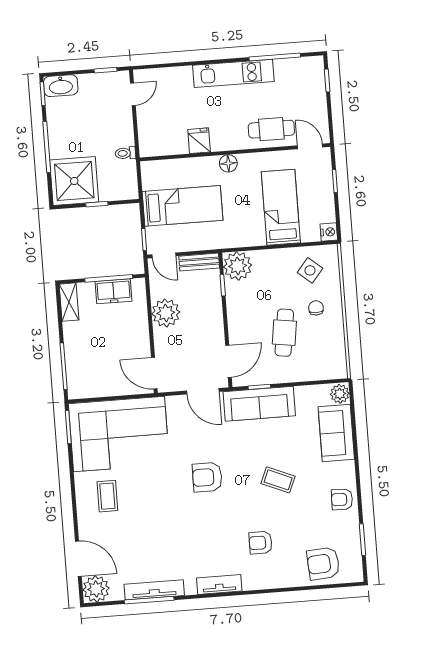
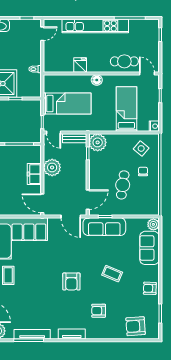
kitchen unit: (233, 73) -> (95, 26), width x1.36
freezer: (114, 291) -> (34, 174), moved, turned 90
armchair: (207, 477) -> (71, 281), moved, turned -90

